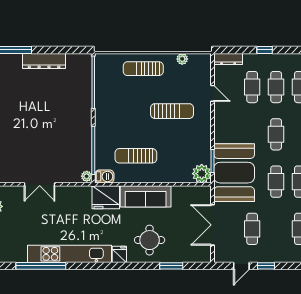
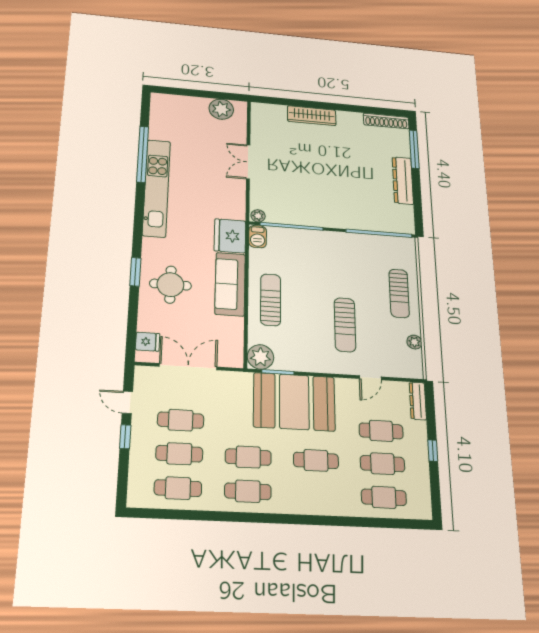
sun lounger: (143, 69) -> (399, 293), turned 180
sun lounger: (136, 156) -> (271, 300), moved
booth: (234, 173) -> (294, 402), moved
cafe table: (276, 229) -> (179, 454), added
fridge: (119, 254) -> (148, 342), moved
window: (171, 266) -> (135, 272), moved

